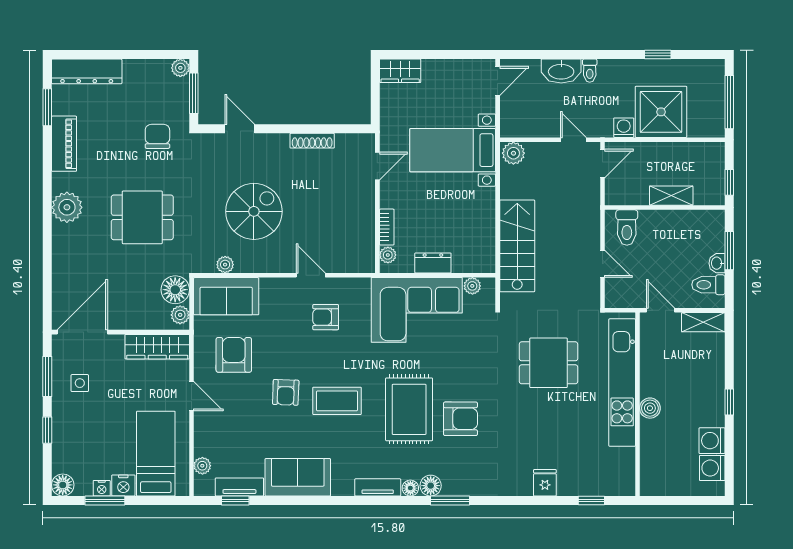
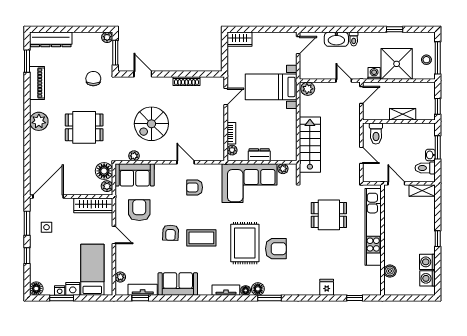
stool: (711, 105) -> (426, 60), added
spiral stairs: (254, 211) -> (151, 124), turned 180
boiler: (650, 408) -> (390, 271), moved

